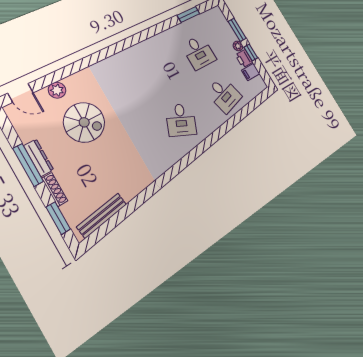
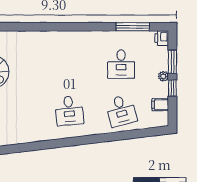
window: (188, 14) -> (133, 27), width x1.44
printer: (244, 59) -> (162, 38), moved
desk: (181, 120) -> (69, 111), turned -30

